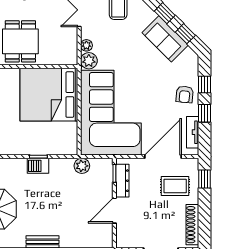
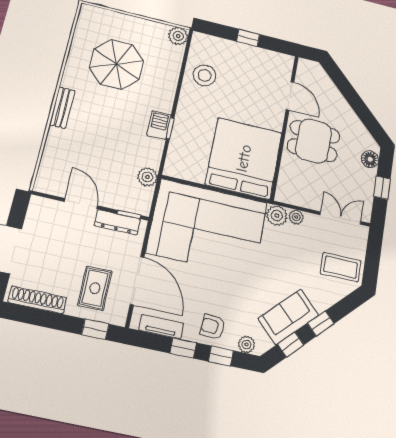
plant: (192, 67) -> (246, 345), added

